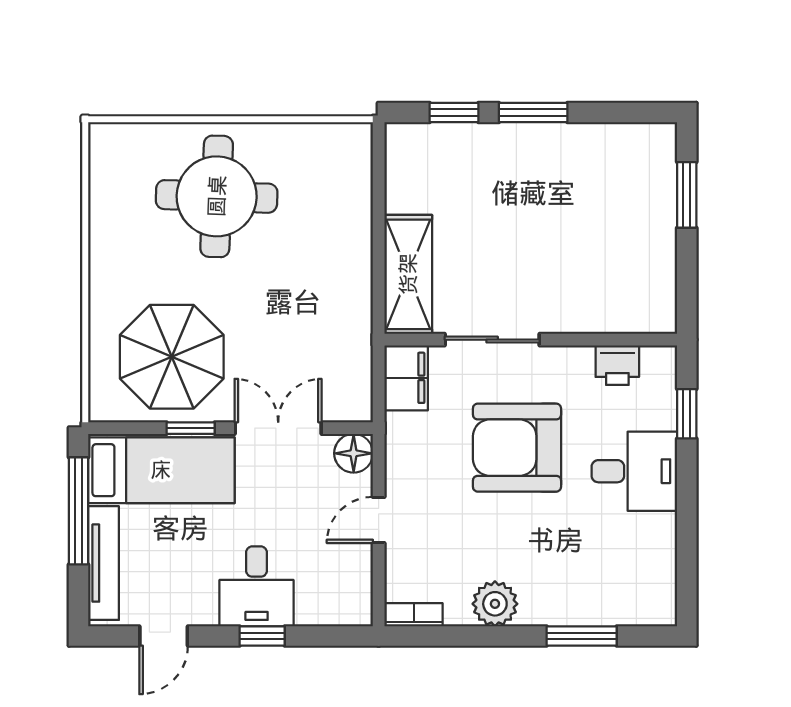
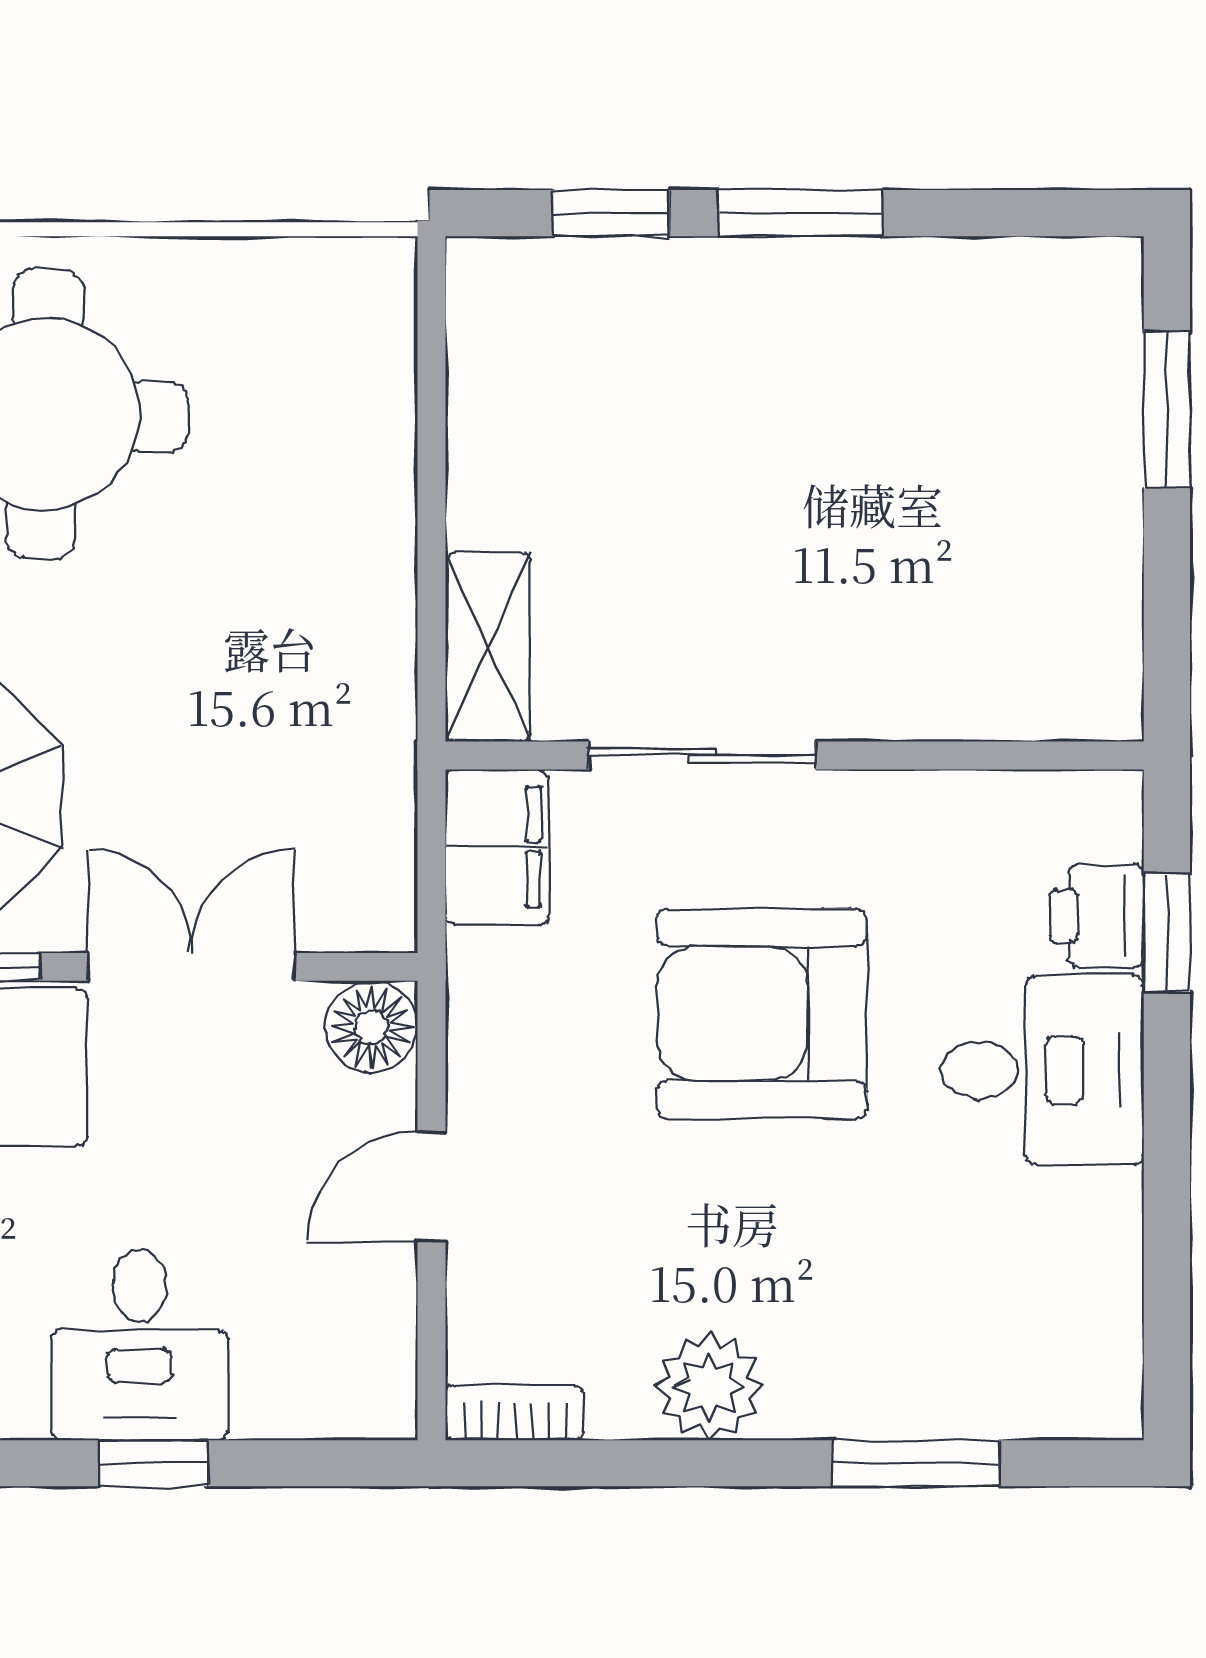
shelving: (408, 274) -> (488, 647), width x0.67, depth x0.75
printer: (617, 365) -> (1097, 916), moved, turned 90

